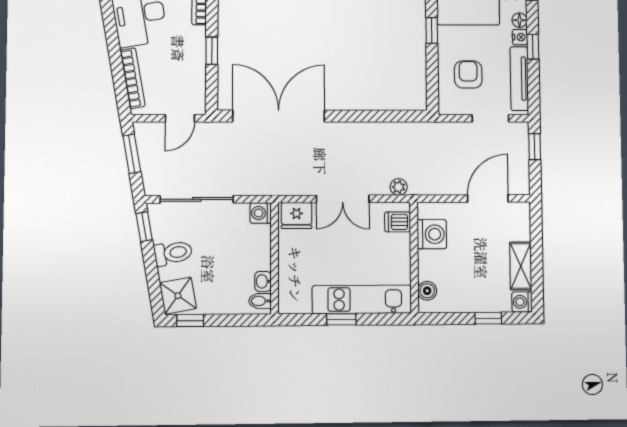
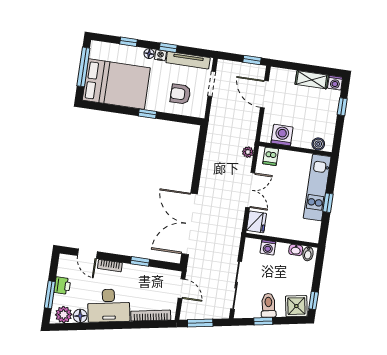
window: (535, 147) -> (252, 60), moved
washing machine: (261, 213) -> (268, 247), moved
window: (144, 227) -> (263, 321), moved

